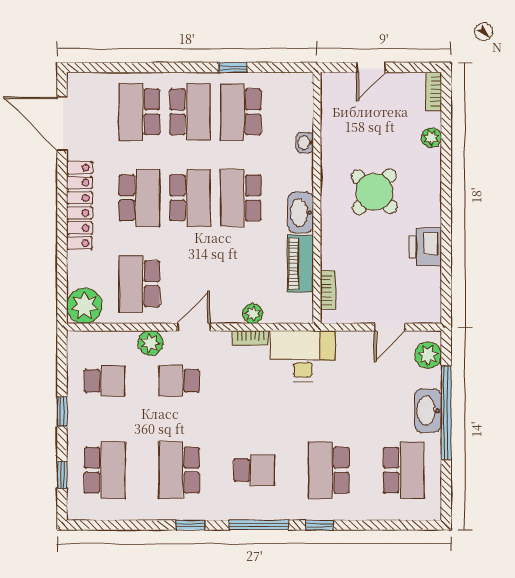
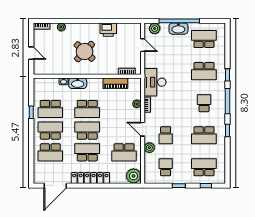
washbasin: (301, 213) -> (78, 83), moved

